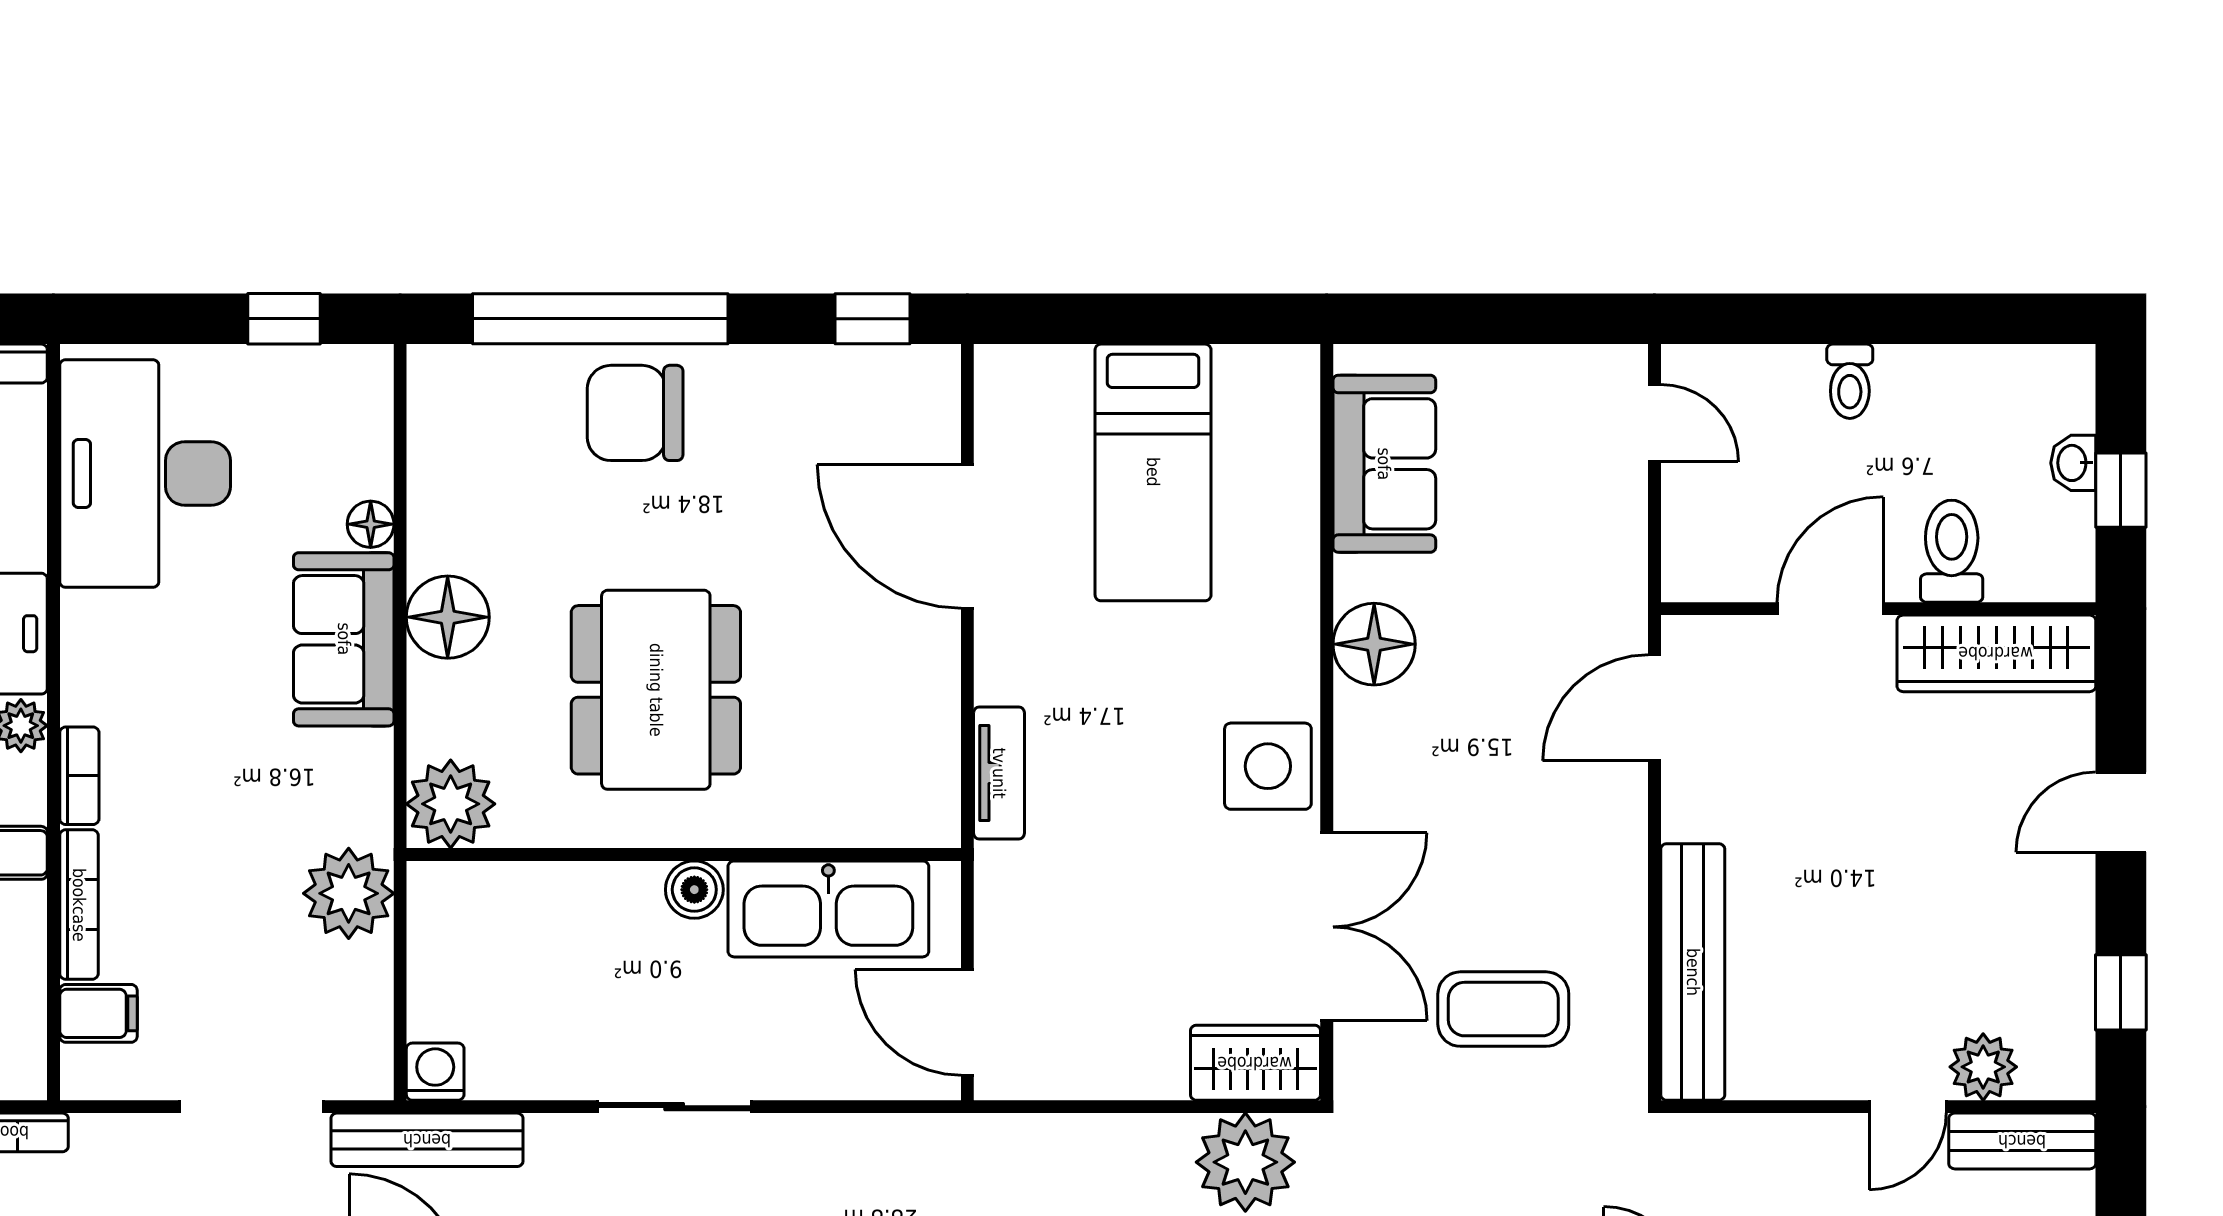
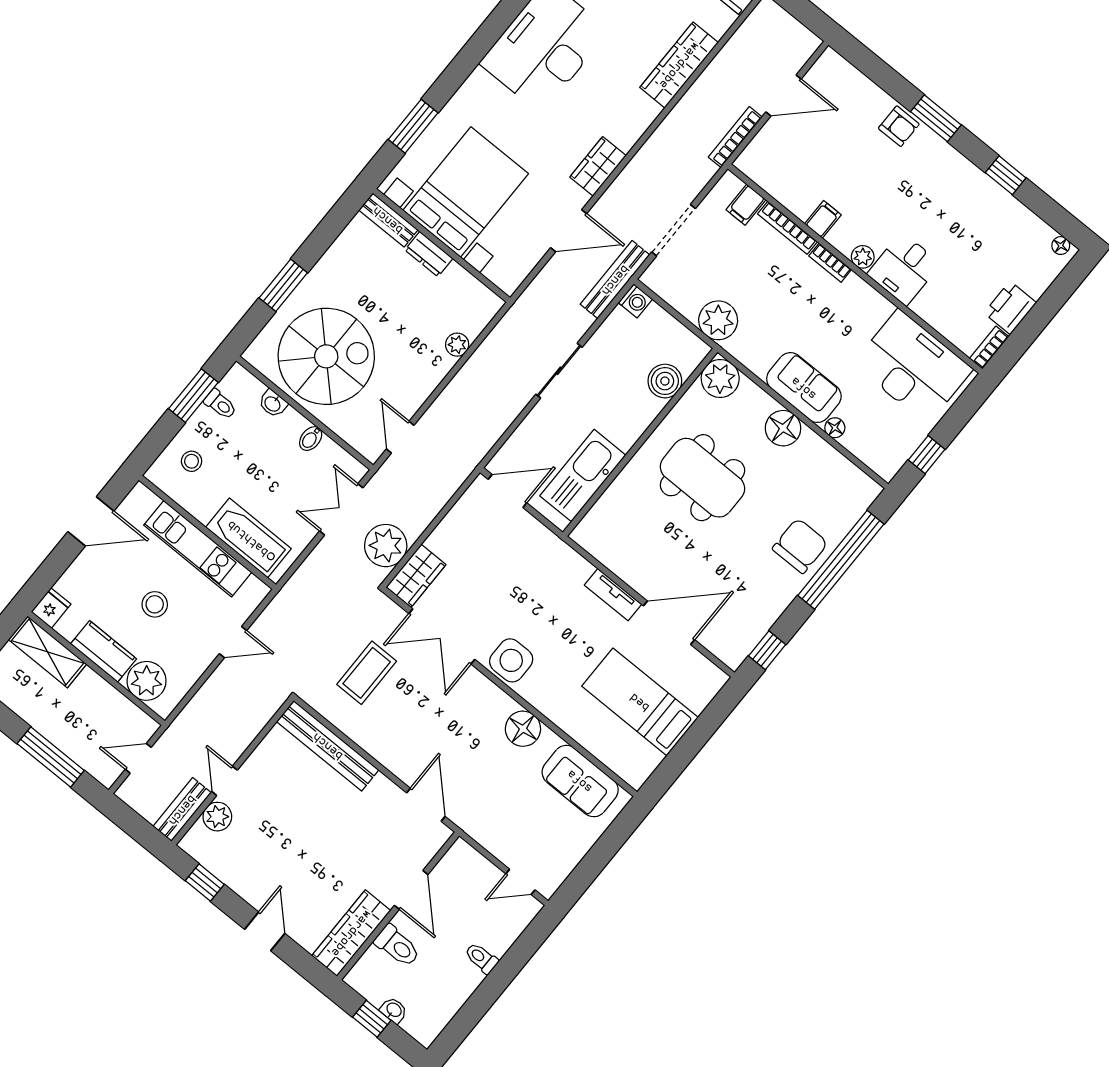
tv unit: (999, 773) -> (613, 595), moved
boiler: (694, 890) -> (665, 381), moved, width x1.36, depth x1.36

